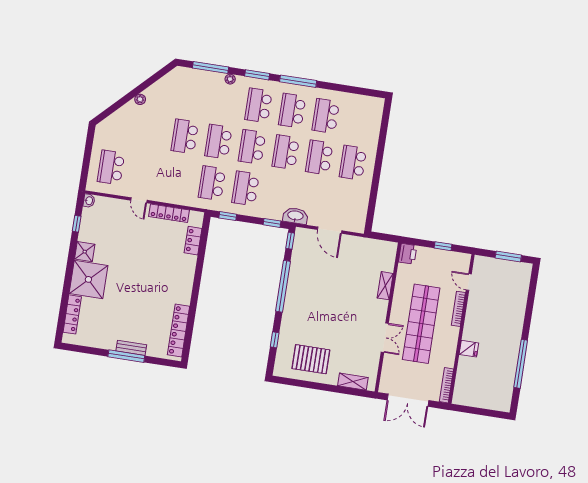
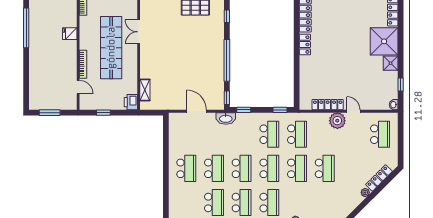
locker: (121, 114) -> (379, 178), added
plant: (160, 192) -> (337, 121), added
locker: (193, 241) -> (305, 45), moved
shelving: (385, 286) -> (145, 90), moved

